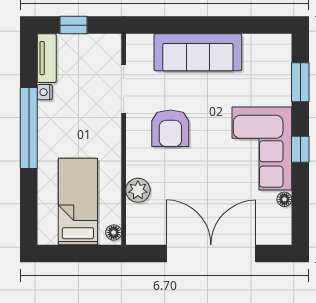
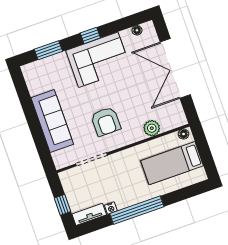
armchair: (170, 128) -> (106, 121), turned 90
floor lamp: (284, 199) -> (137, 30), moved

